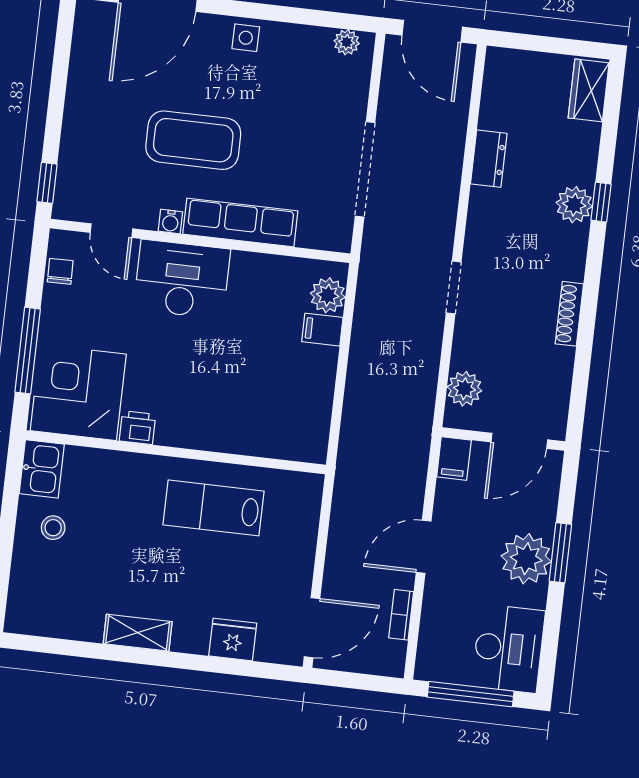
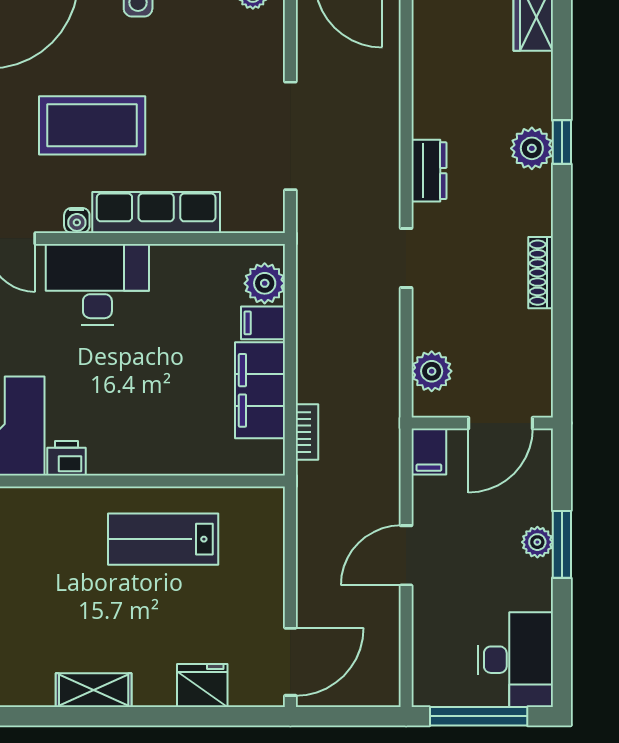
dresser: (489, 159) -> (429, 171), moved
filing cabinet: (313, 388) -> (260, 390), added
plant: (526, 559) -> (537, 542), width x0.53, depth x0.53
bookcase: (401, 615) -> (307, 432), moved, turned 180

